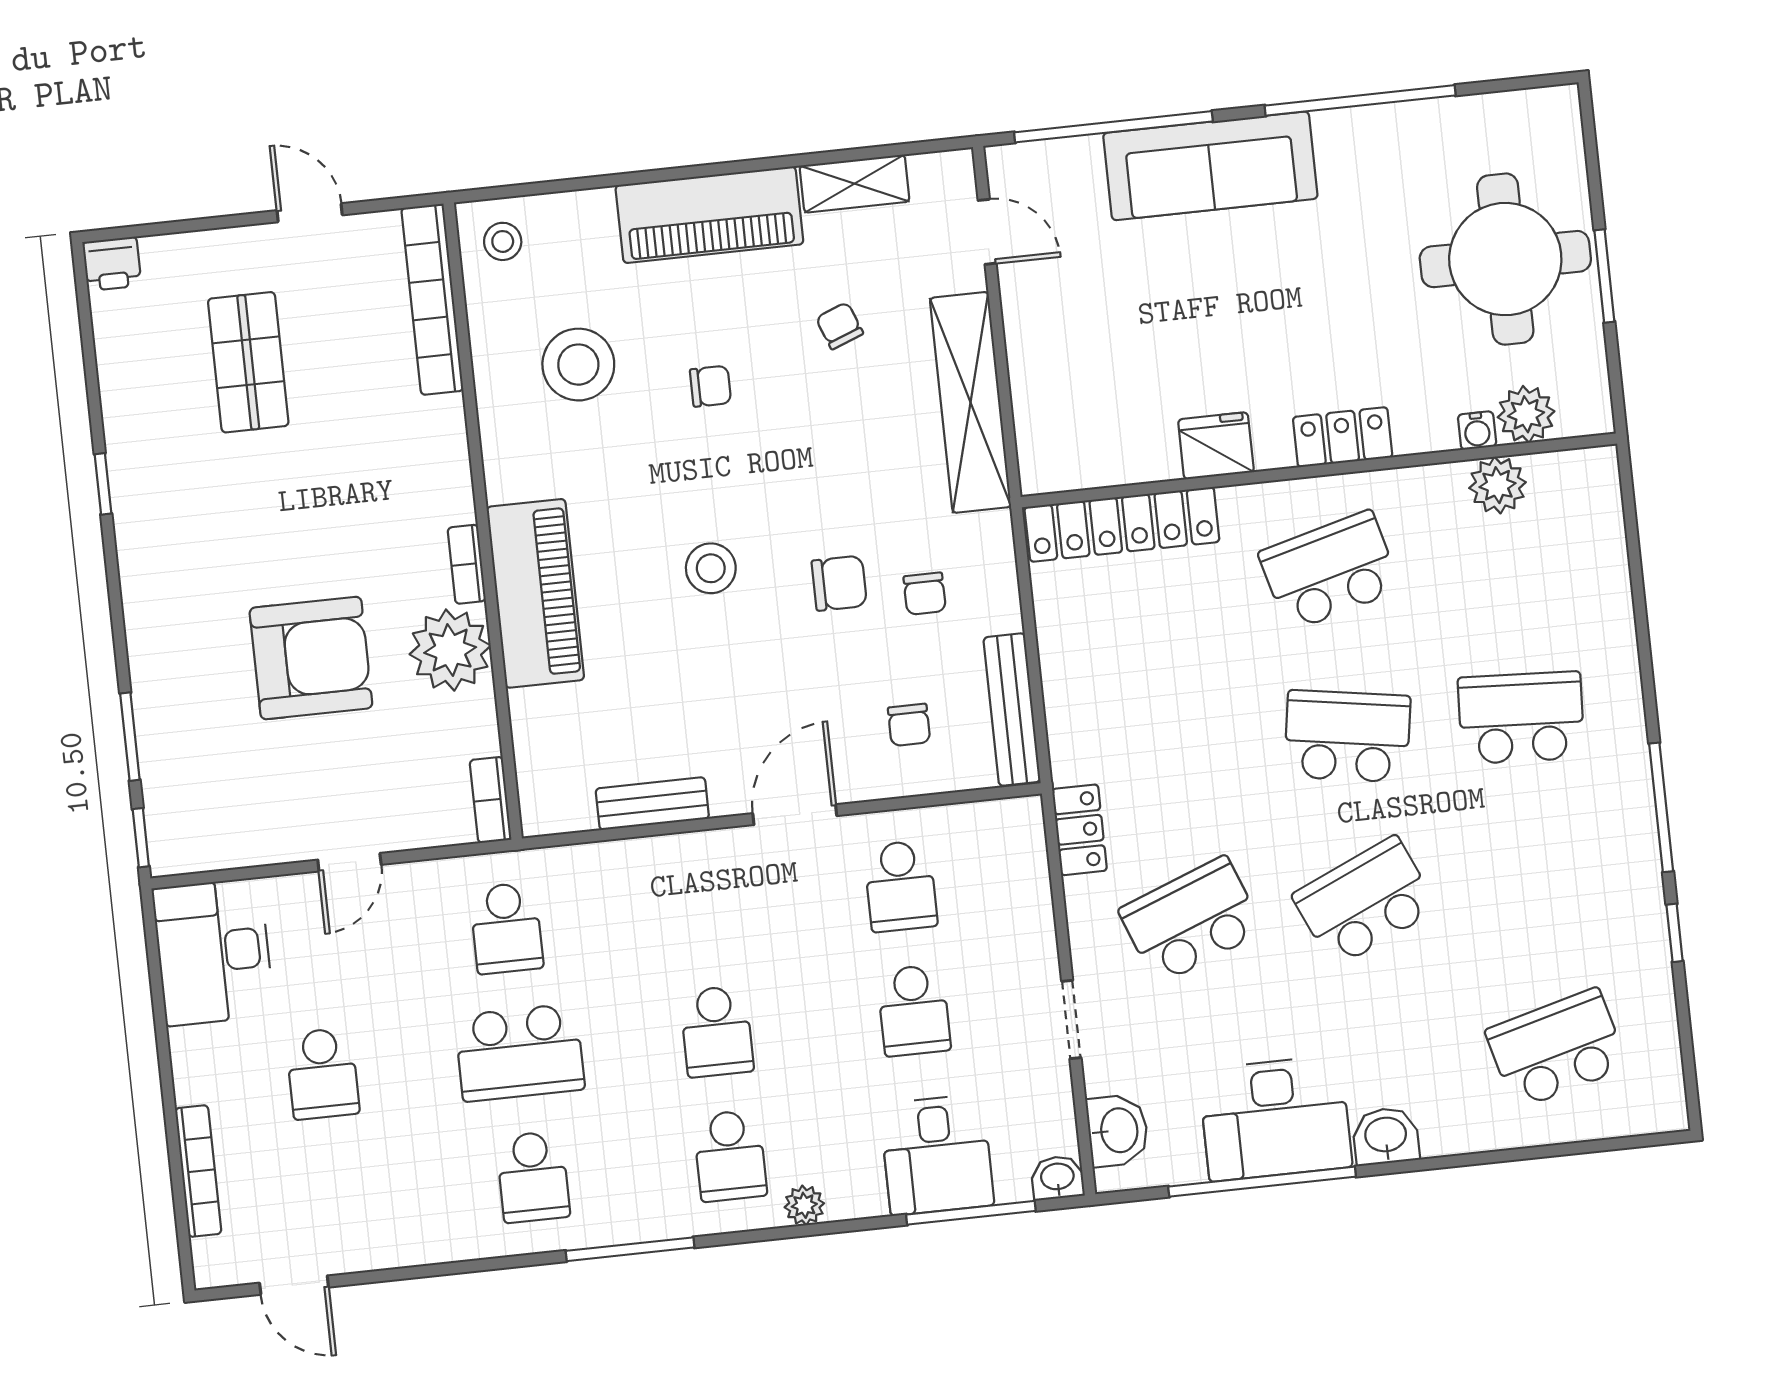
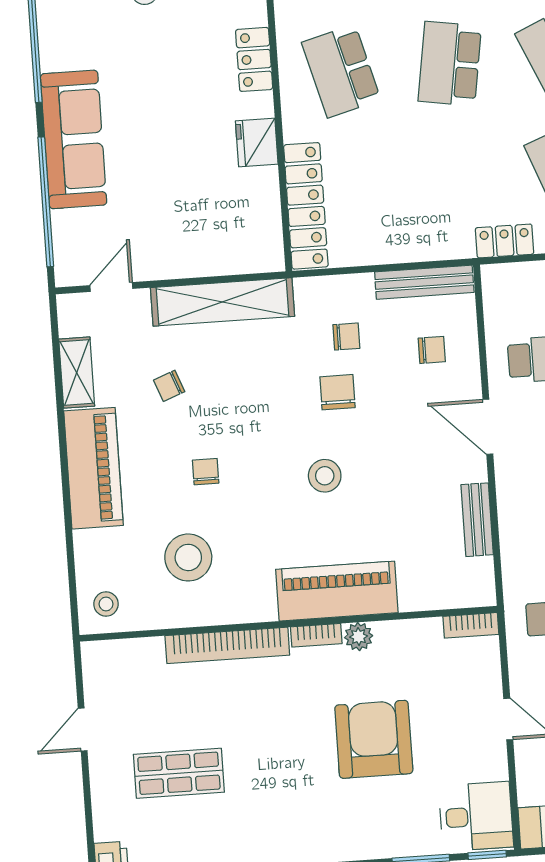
bookcase: (432, 299) -> (227, 645), moved
plant: (450, 650) -> (359, 637), width x0.53, depth x0.53
desk: (199, 819) -> (476, 816), added

